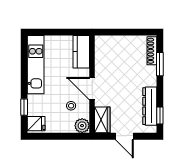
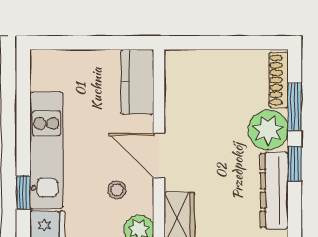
kitchen unit: (36, 65) -> (46, 150), moved
plant: (147, 76) -> (268, 130), added
window: (160, 115) -> (295, 164), moved

